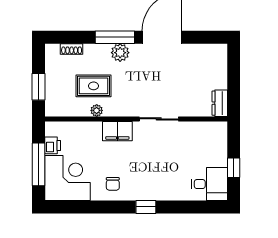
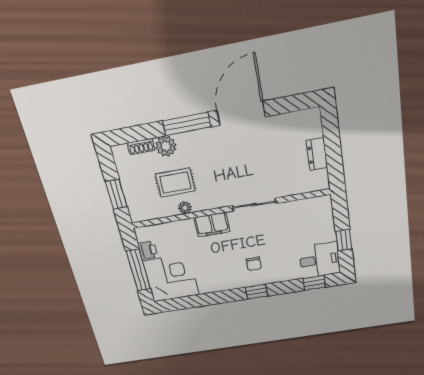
plant: (120, 53) -> (166, 146), moved
dresser: (220, 103) -> (317, 154), moved
chair: (113, 184) -> (254, 264), moved
window: (201, 207) -> (314, 283), added

